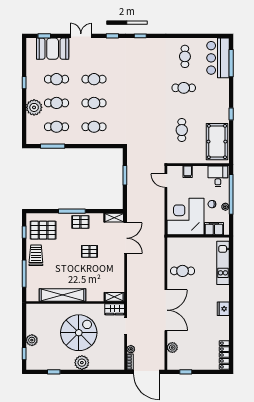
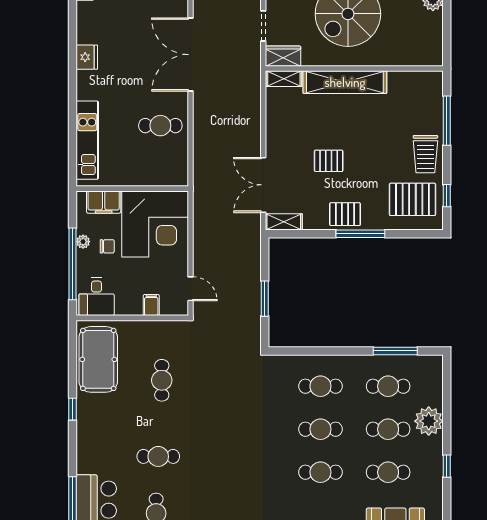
shelving: (62, 295) -> (345, 82), moved

